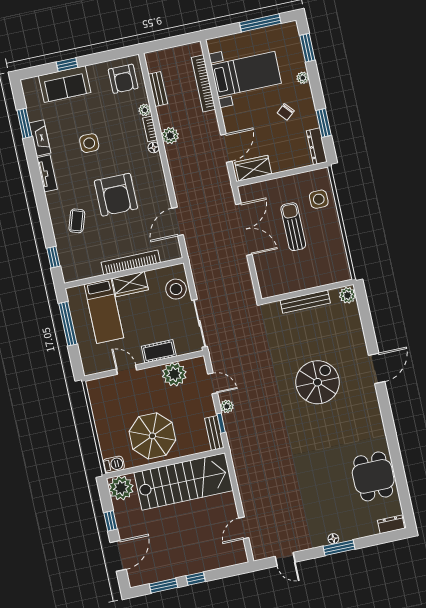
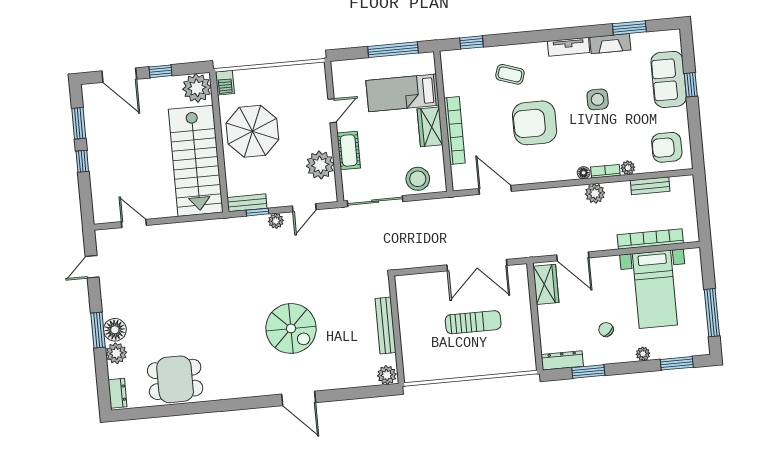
side table: (319, 199) -> (501, 355), removed
plant: (357, 530) -> (116, 353), added
floor lamp: (333, 539) -> (115, 330), width x1.89, depth x1.89

